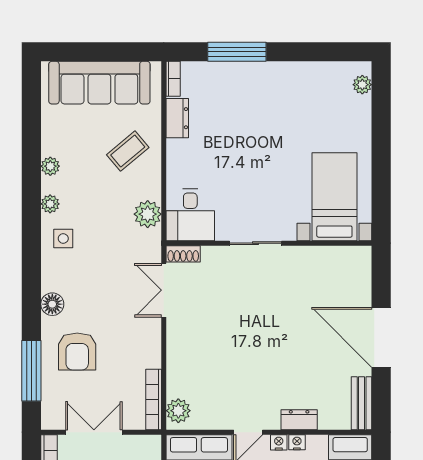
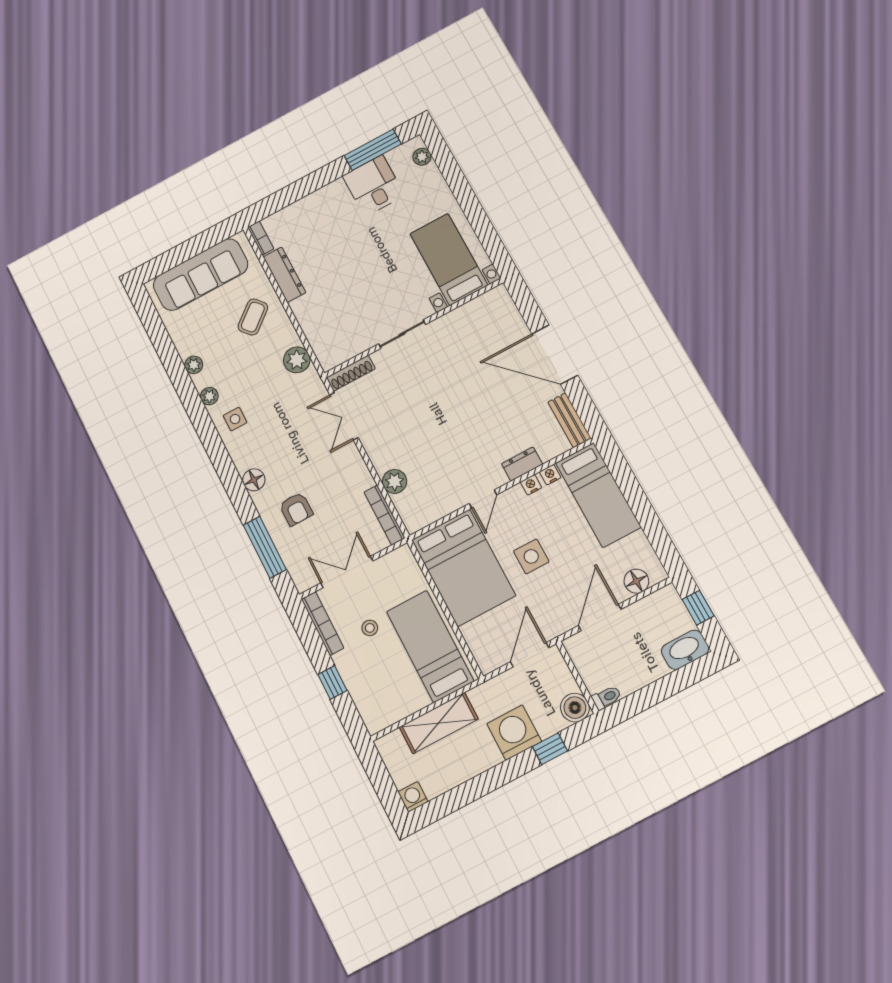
window: (237, 52) -> (373, 150), moved
dresser: (177, 118) -> (284, 275), width x1.44
desk: (190, 215) -> (374, 186), moved, turned 180
shoe rack: (183, 254) -> (351, 373), width x1.43
armchair: (77, 352) -> (296, 509), width x0.72, depth x0.72
plant: (178, 411) -> (395, 481), moved
nightstand: (279, 442) -> (550, 475), moved

